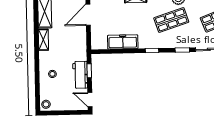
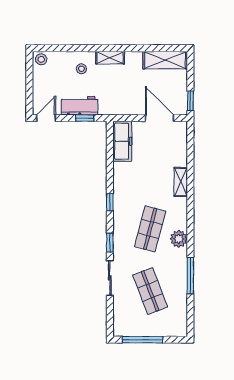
shop shelf: (171, 20) -> (150, 229), turned 33
shelving: (43, 40) -> (110, 58), moved
freezer: (123, 42) -> (122, 141), moved

